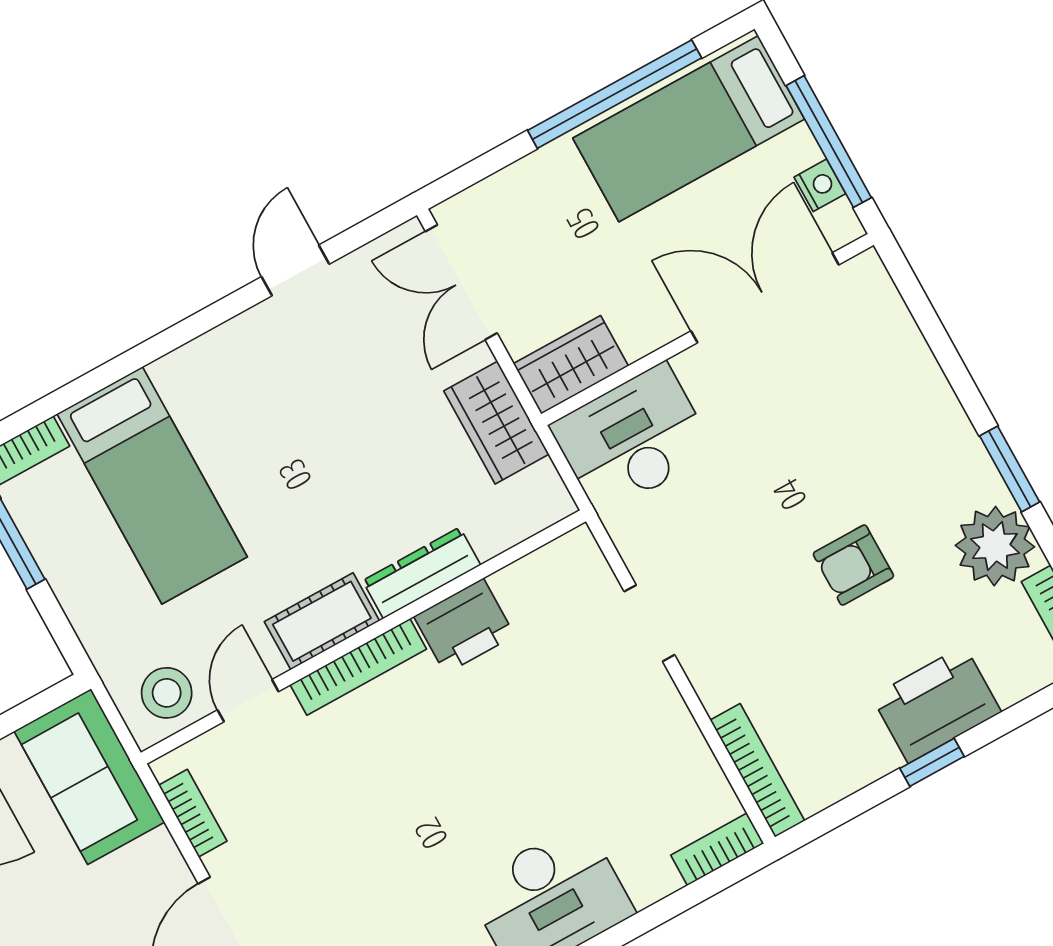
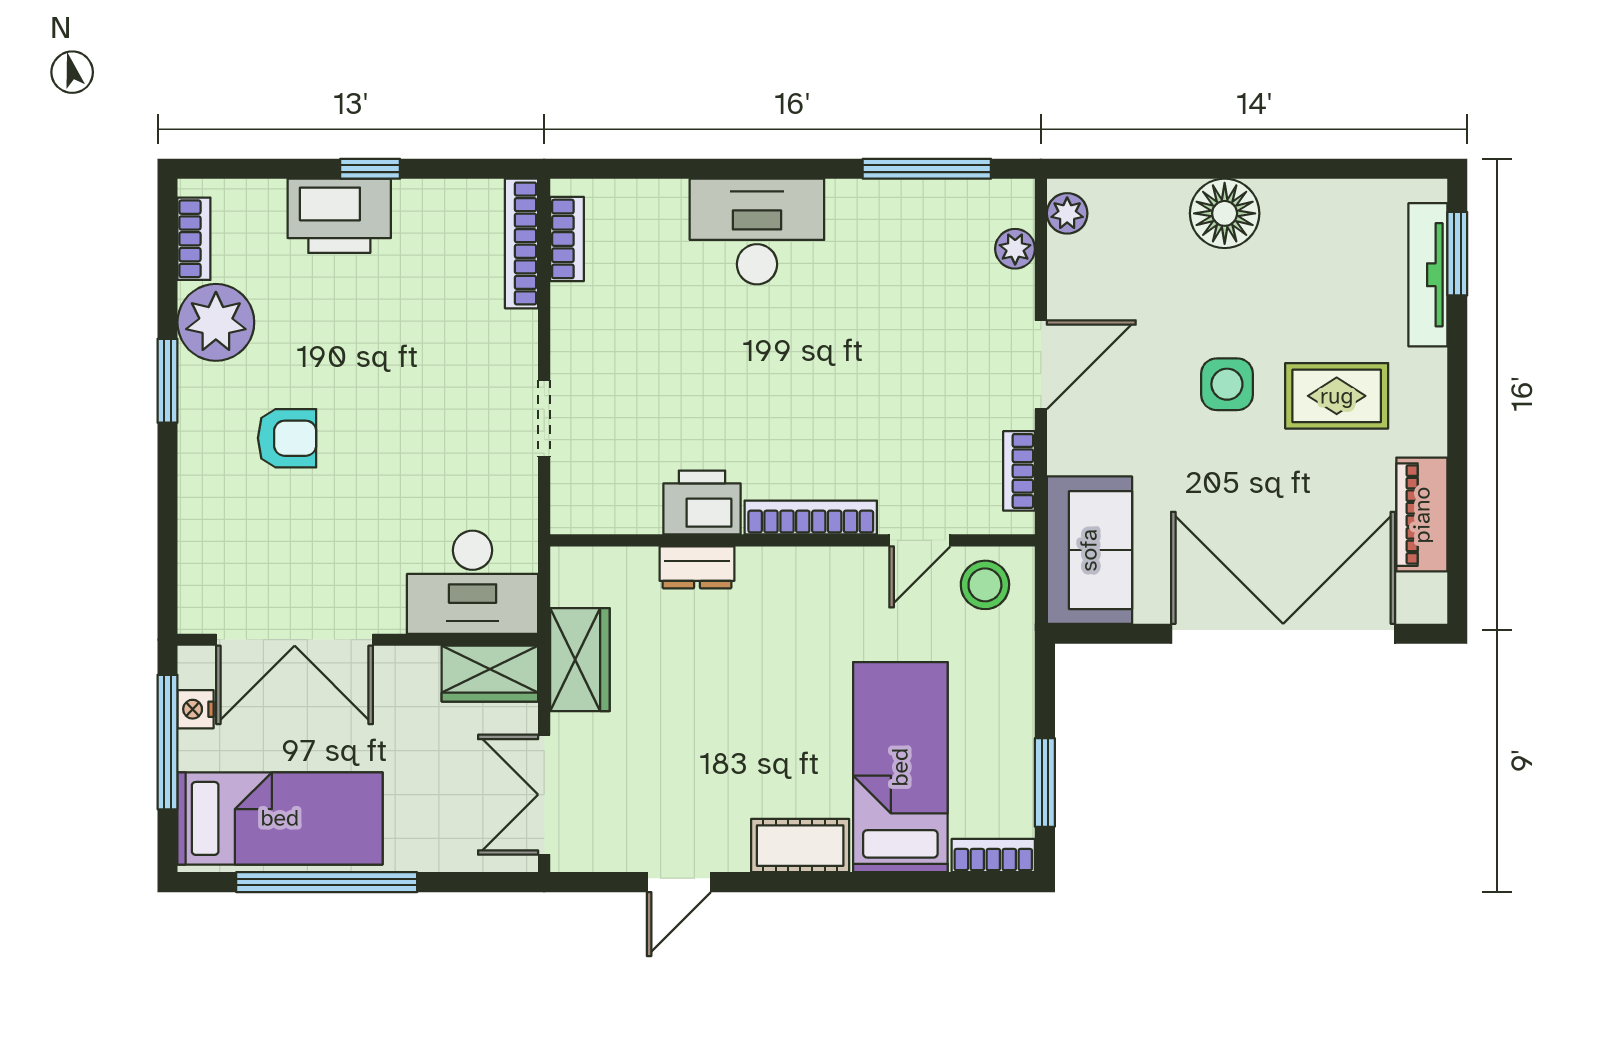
double door: (461, 282) -> (544, 795), swing flipped
armchair: (853, 565) -> (287, 438), moved
dresser: (422, 573) -> (697, 567), width x0.70
cot: (322, 621) -> (800, 846), moved
bookcase: (717, 849) -> (567, 239), moved, turned -90

